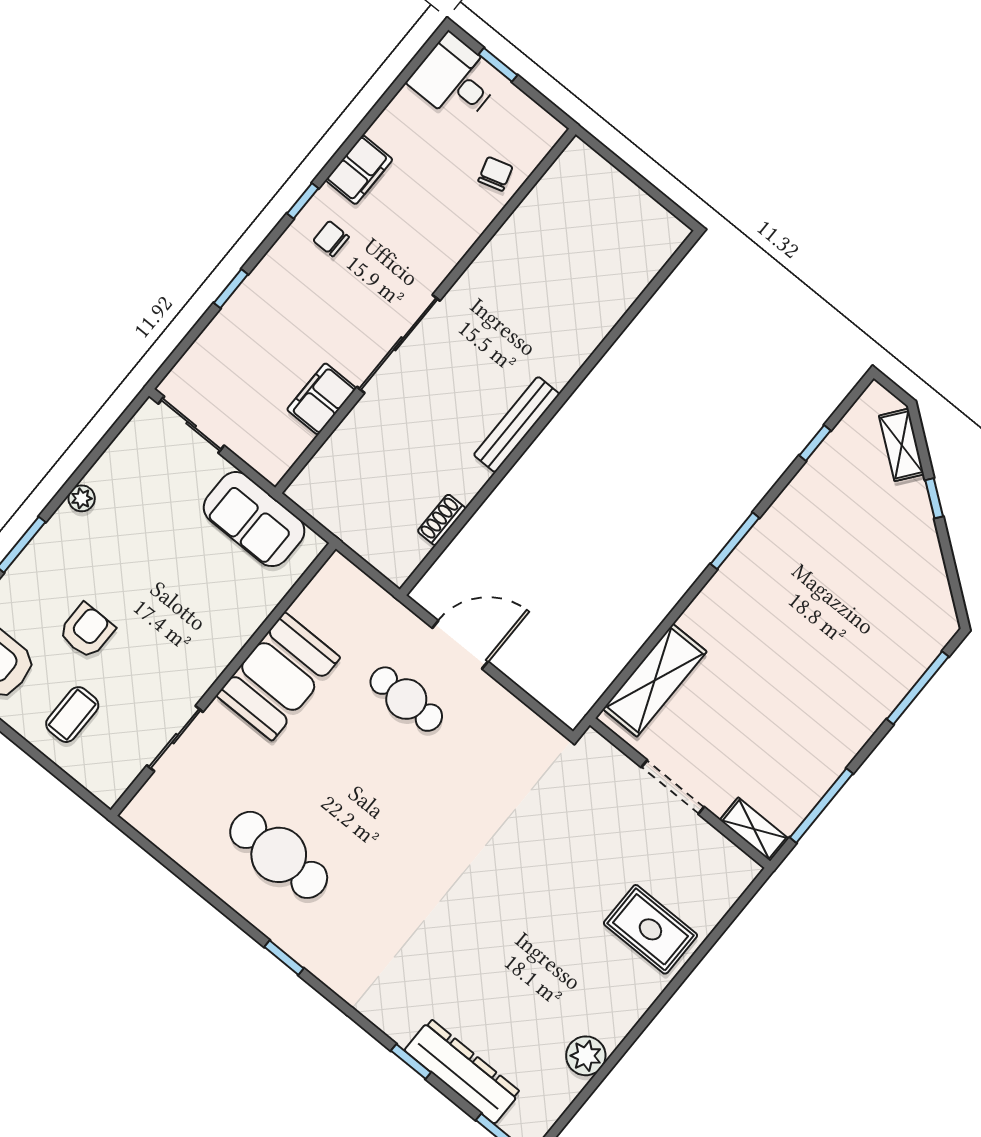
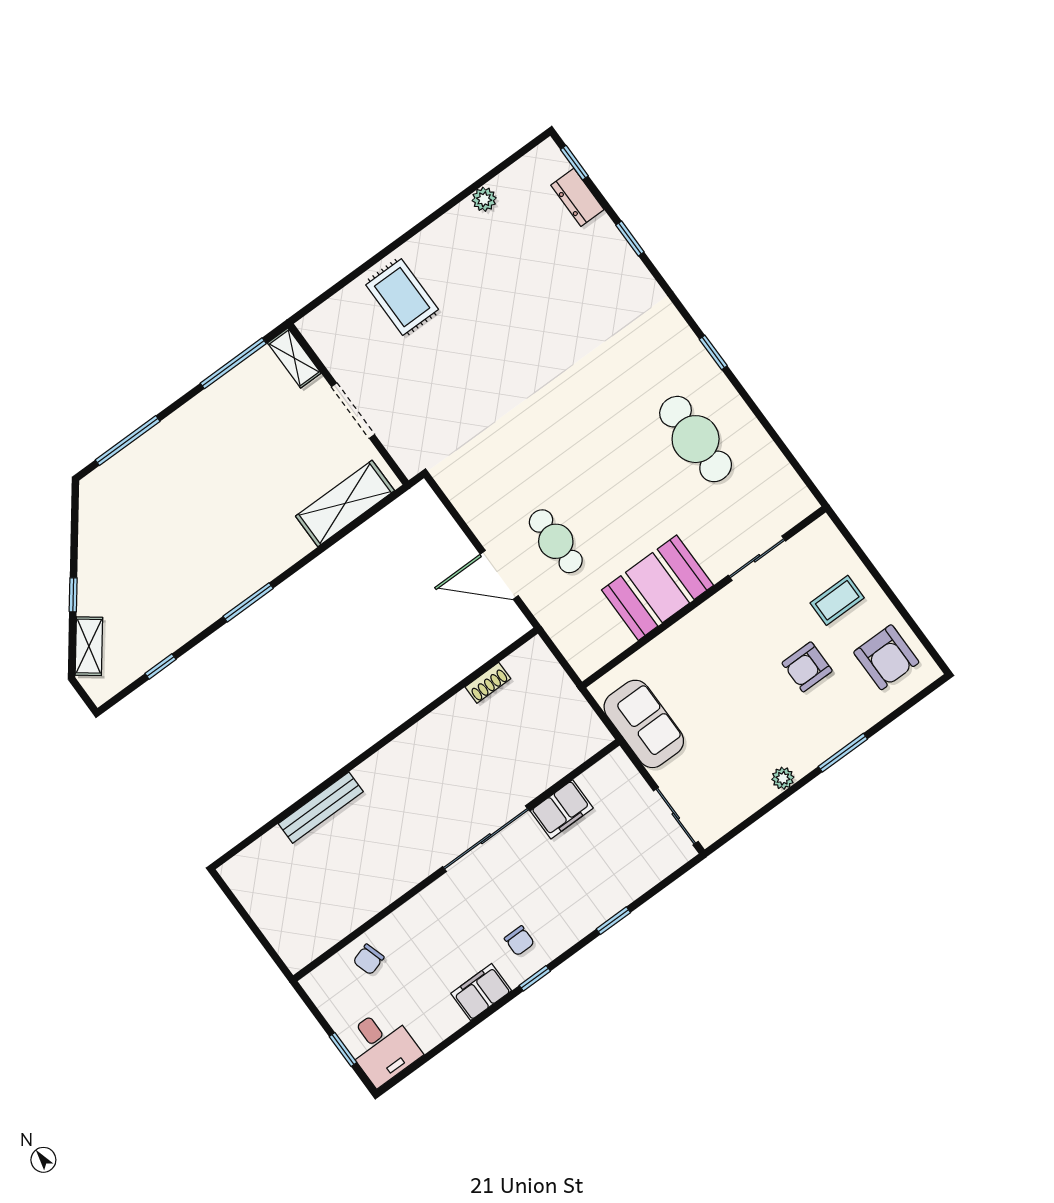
bench: (517, 424) -> (321, 808), moved
plant: (586, 1056) -> (484, 199), width x0.73, depth x0.73
dresser: (462, 1071) -> (577, 197), width x0.51, depth x0.80

